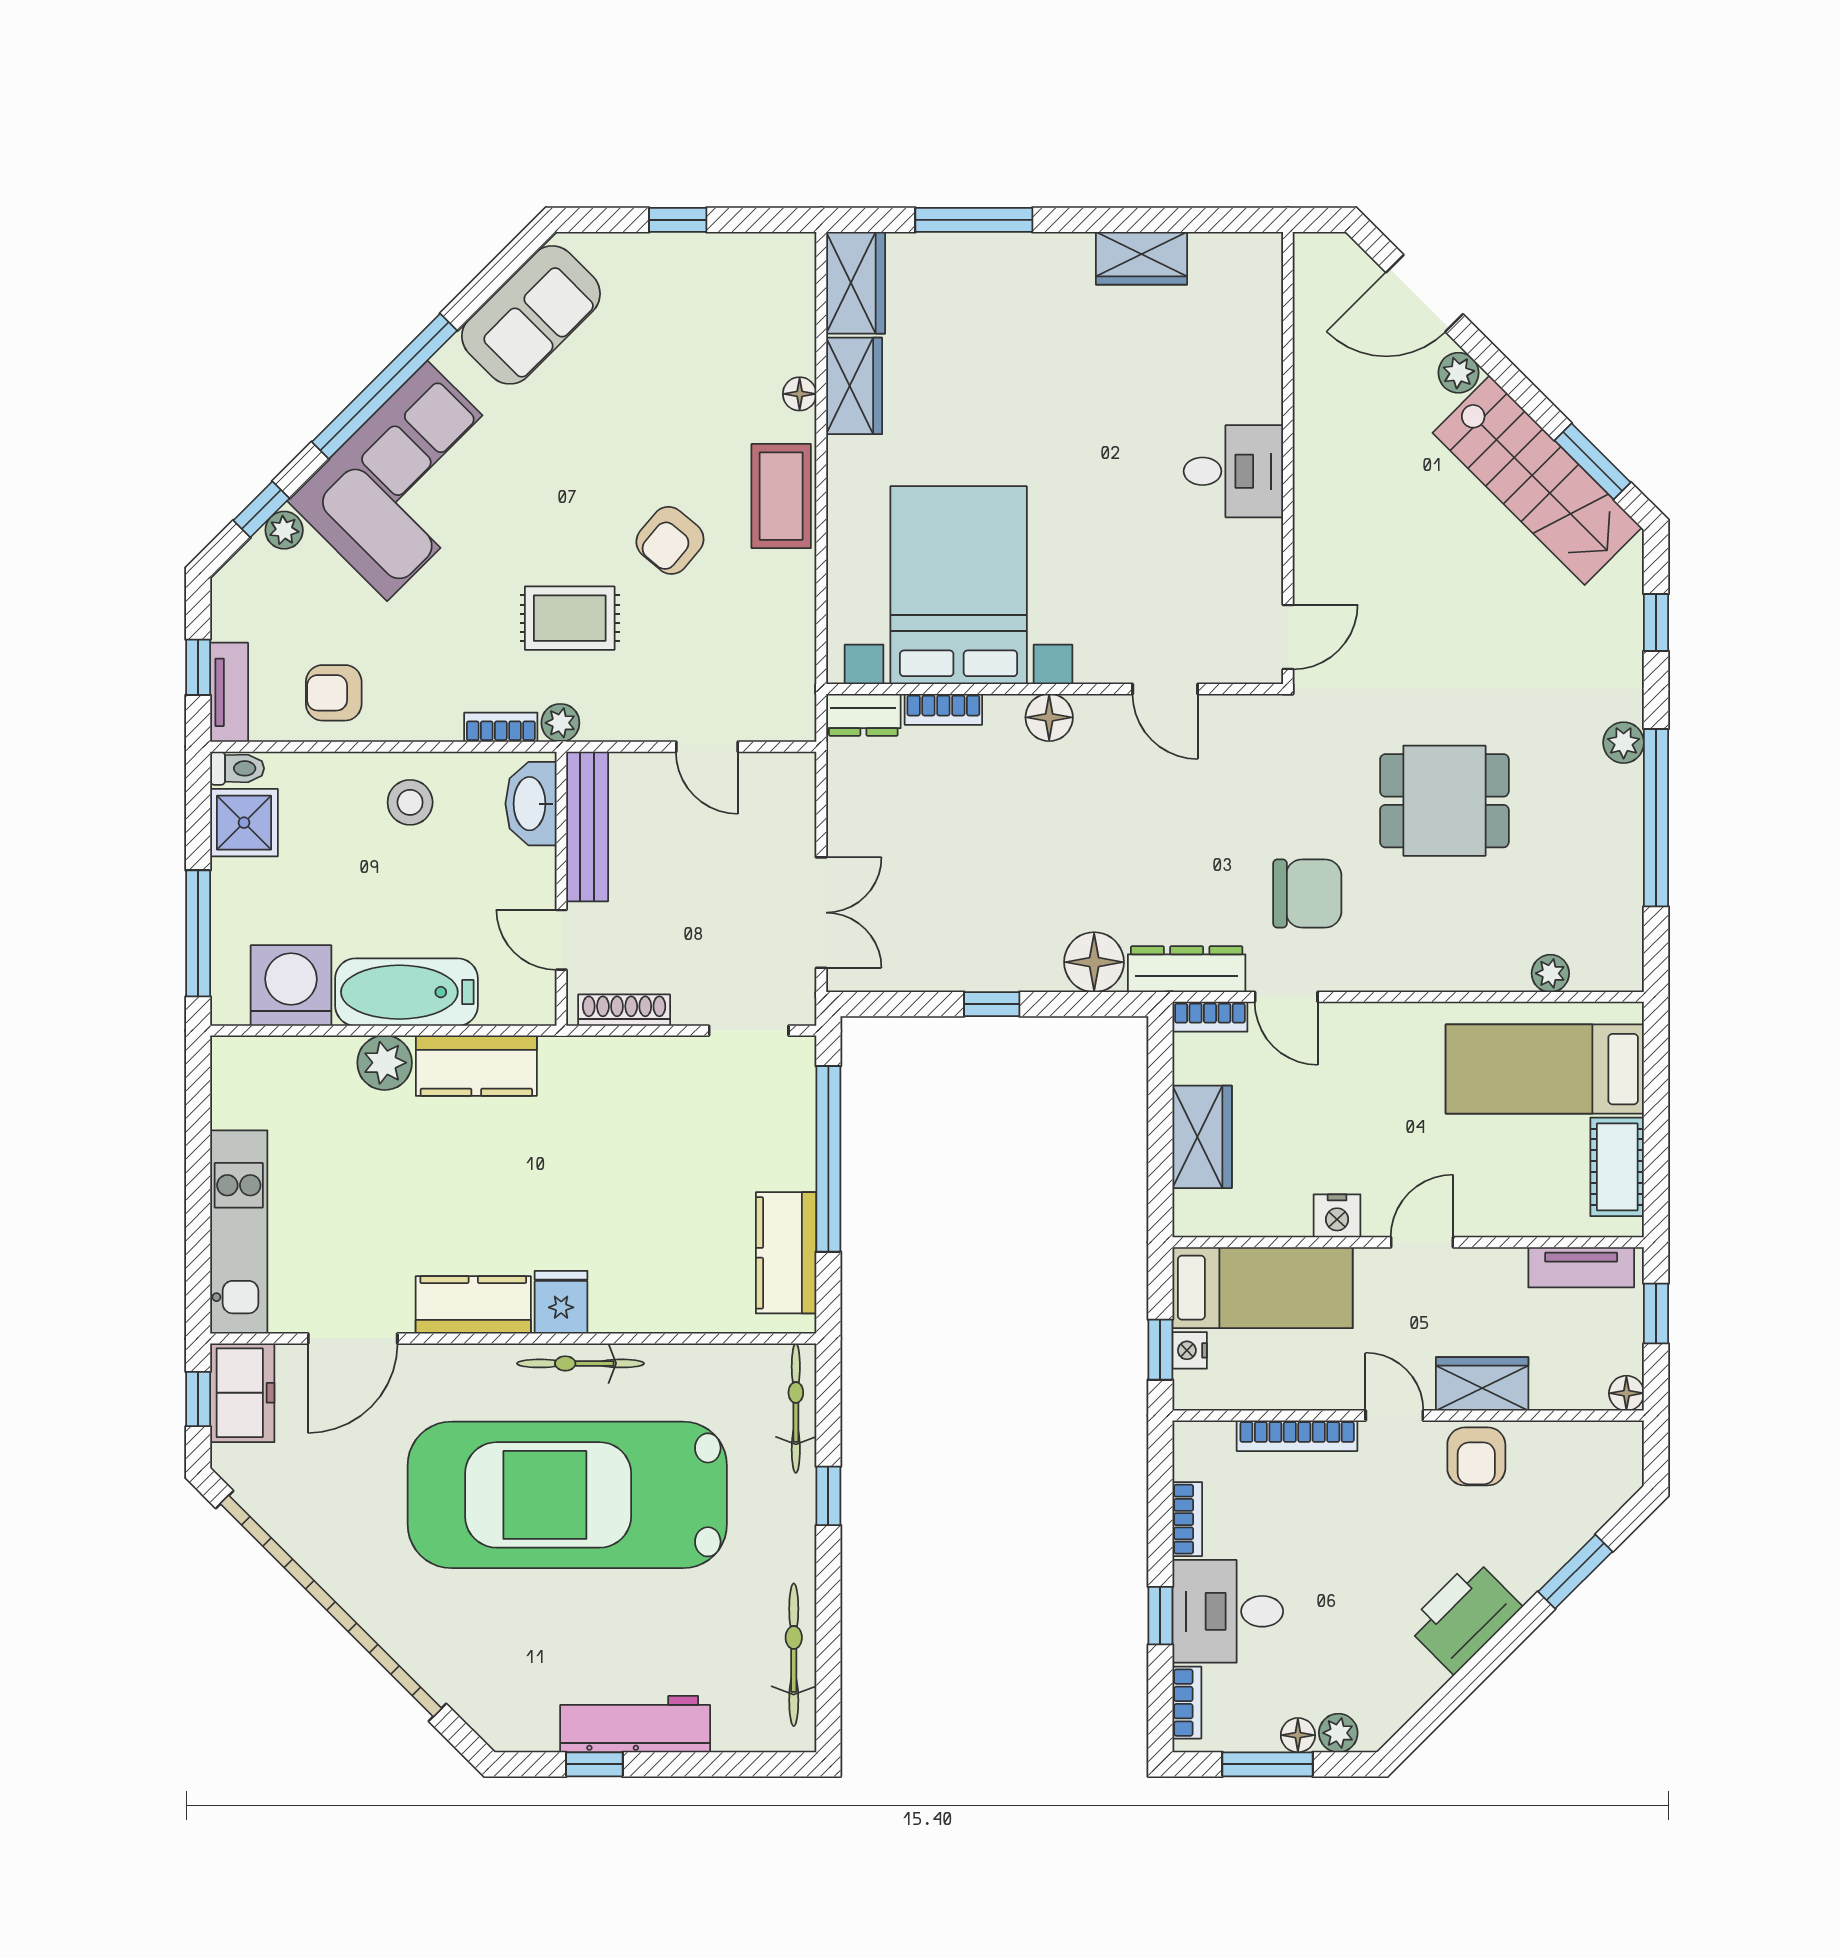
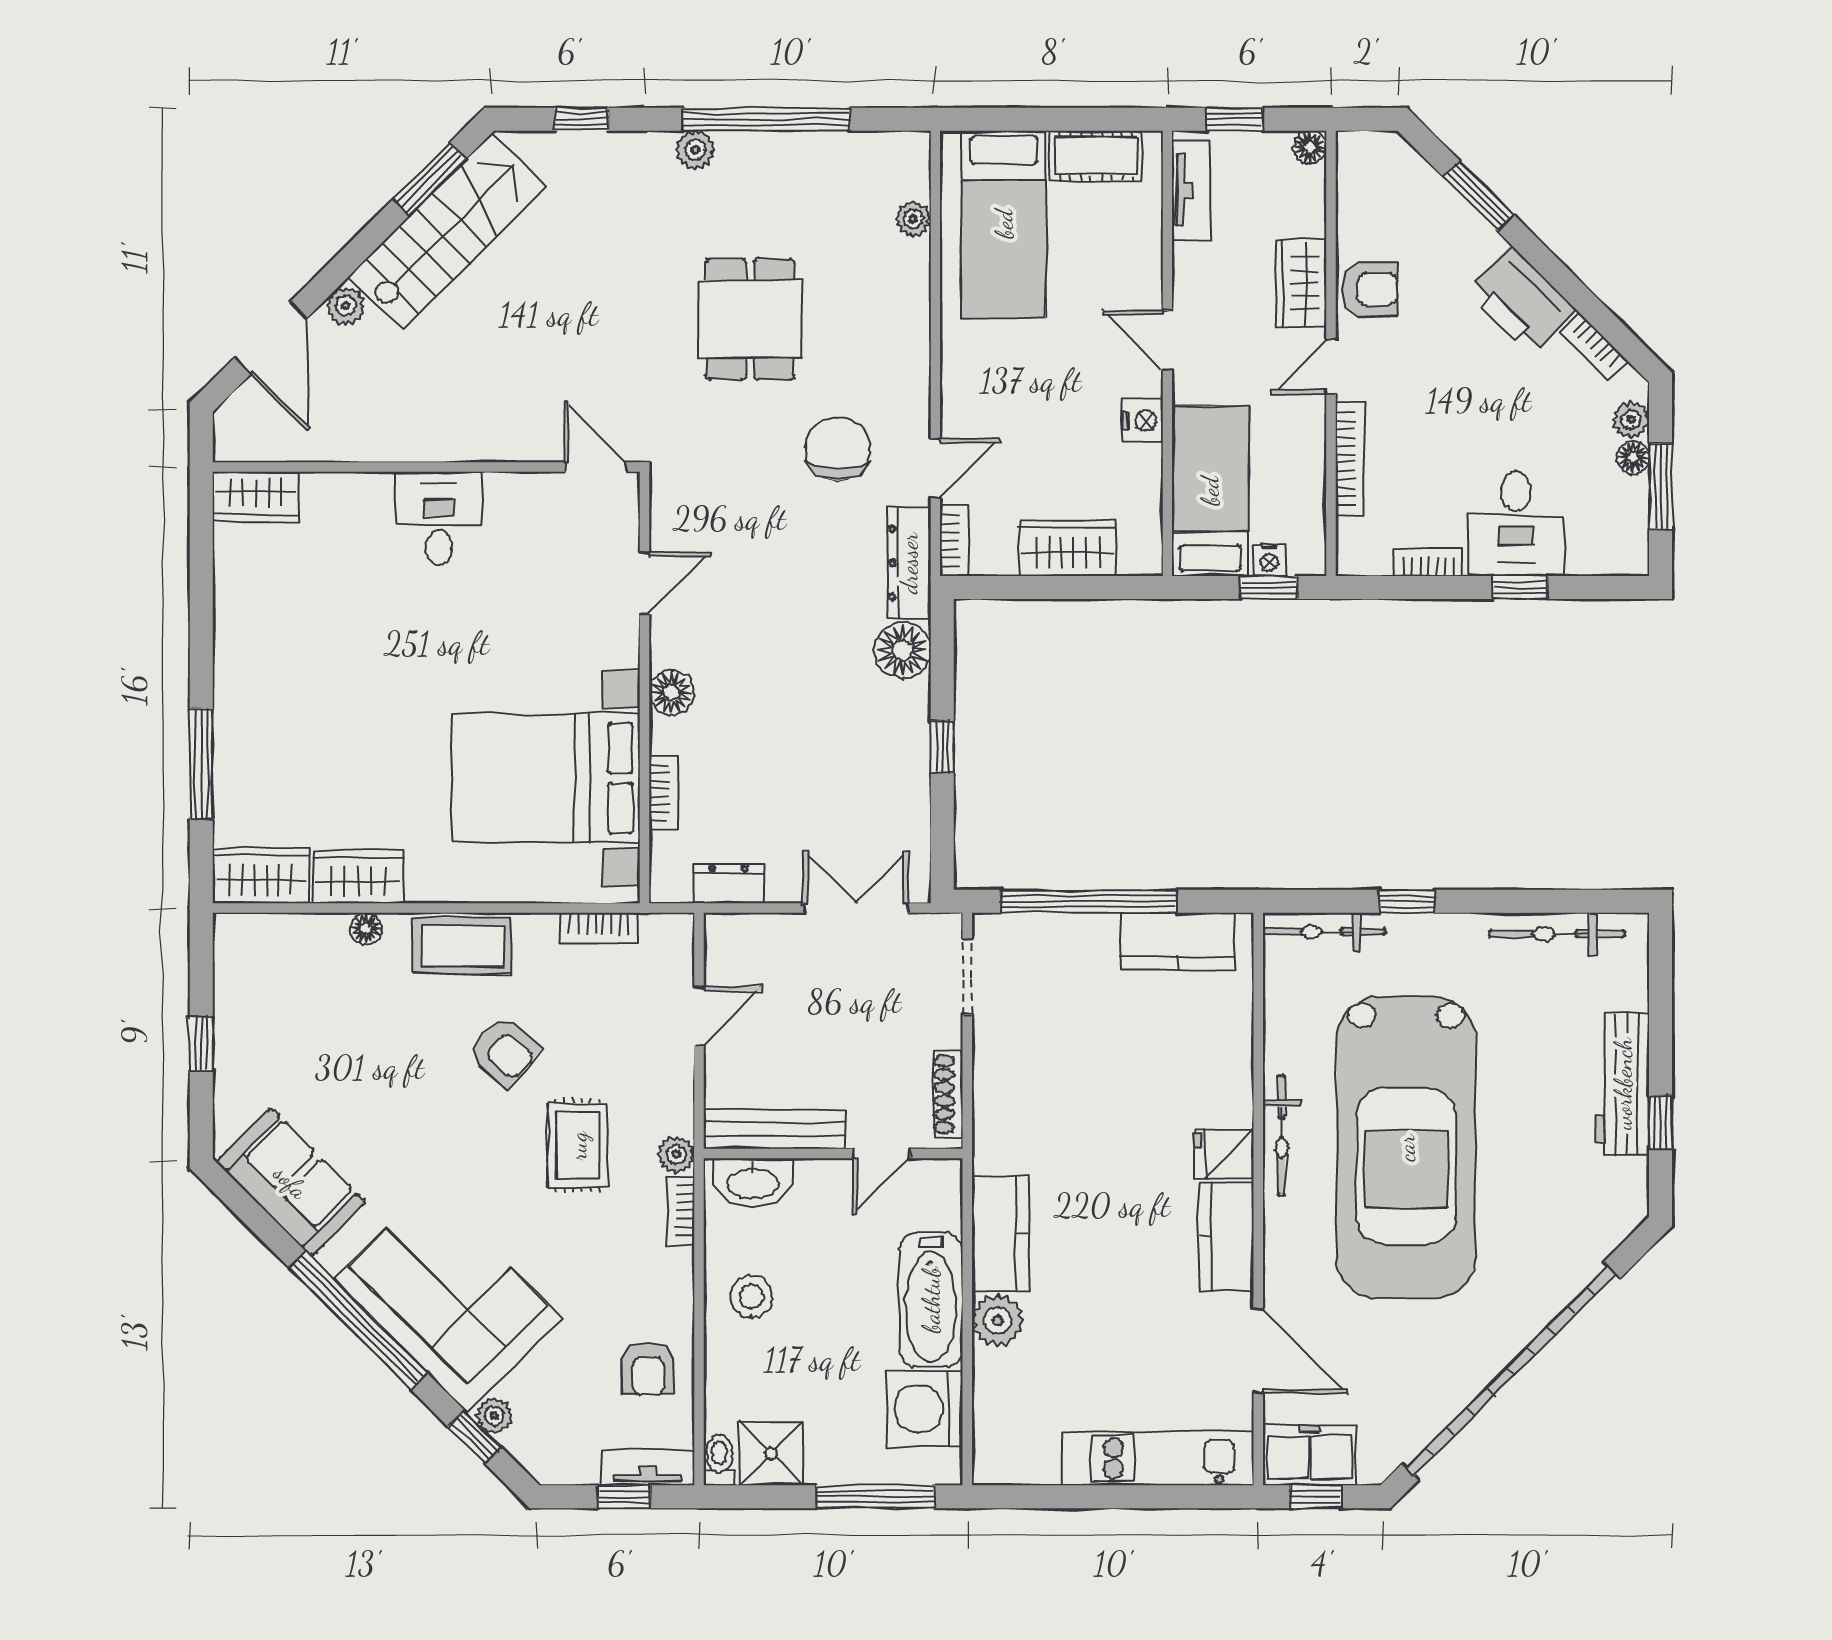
wardrobe: (1141, 258) -> (256, 497), moved, turned 90
bookcase: (800, 641) -> (599, 928), added
dresser: (863, 715) -> (728, 884), moved, turned -90
bookcase: (1187, 1703) -> (1594, 346), moved, turned -135

